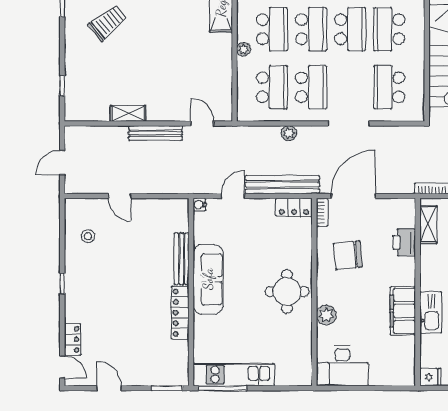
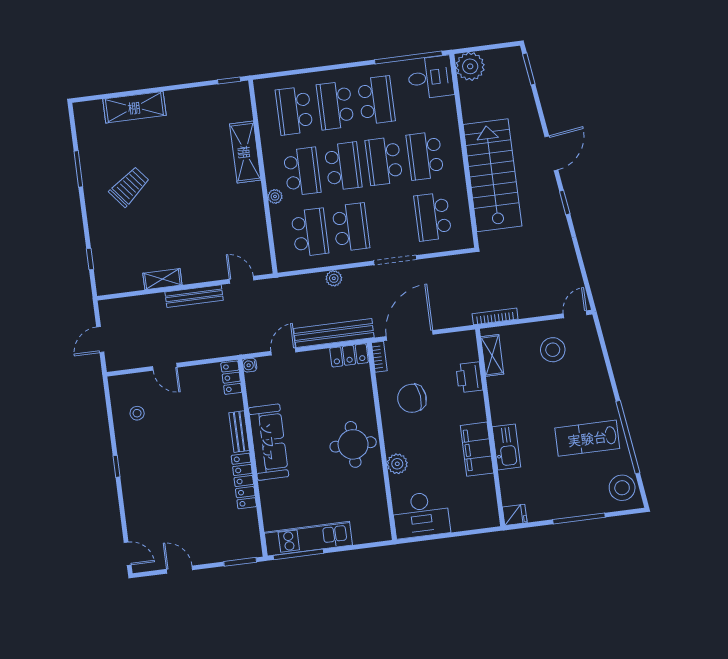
school desk: (350, 29) -> (384, 161), turned 180
bench: (182, 259) -> (239, 432), width x0.73
locker: (73, 339) -> (231, 378), moved, turned 180

